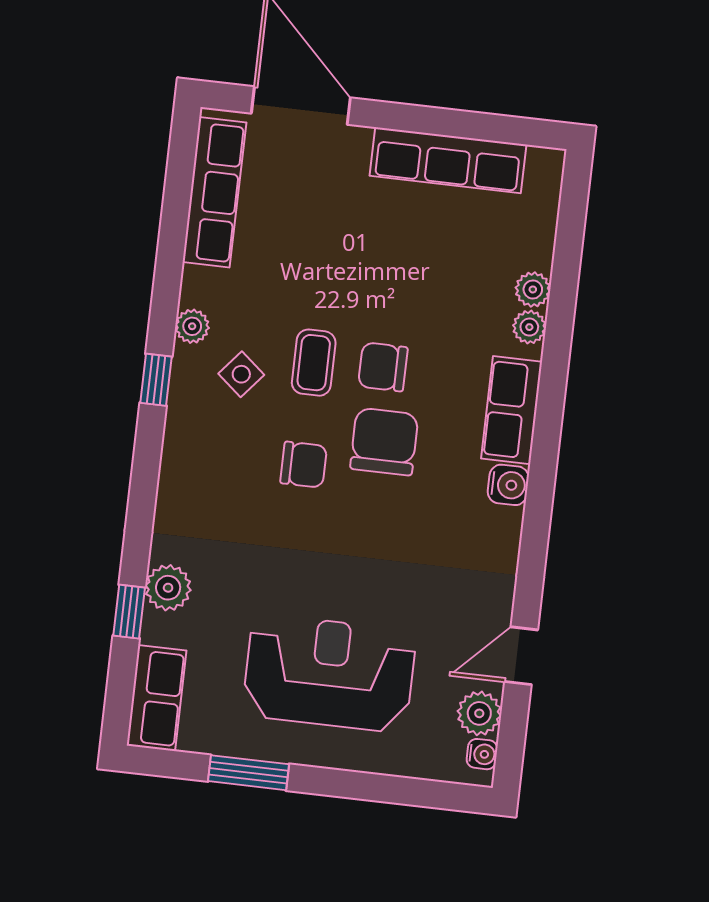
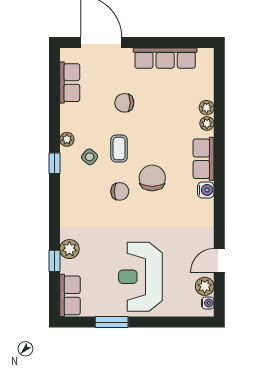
row of seats: (214, 192) -> (70, 83), width x0.68
chair: (383, 367) -> (124, 103), moved
reception desk: (329, 673) -> (140, 277), turned -90

